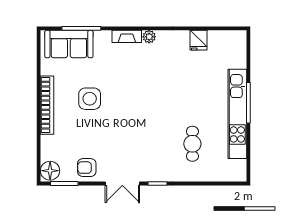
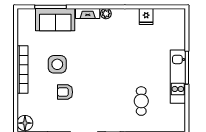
sofa: (69, 44) -> (55, 20), moved
kitchen unit: (237, 114) -> (178, 77), width x0.73
armchair: (87, 168) -> (65, 92), moved

